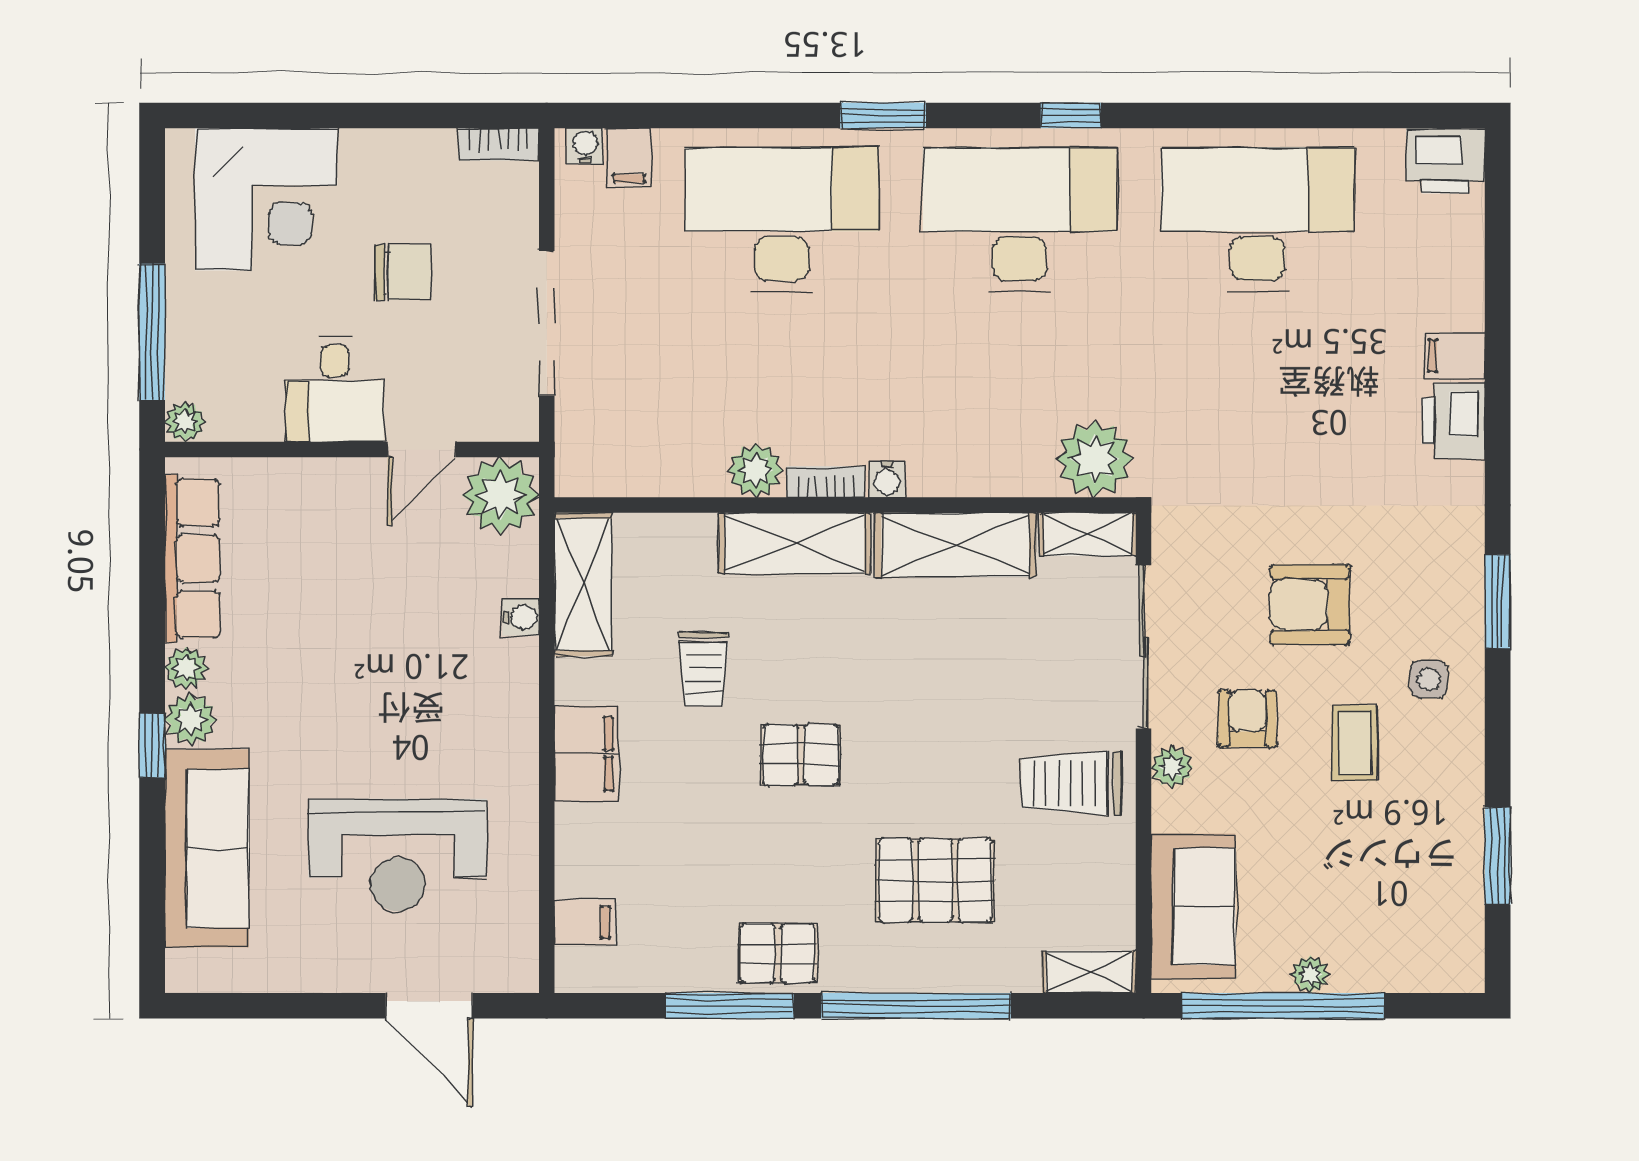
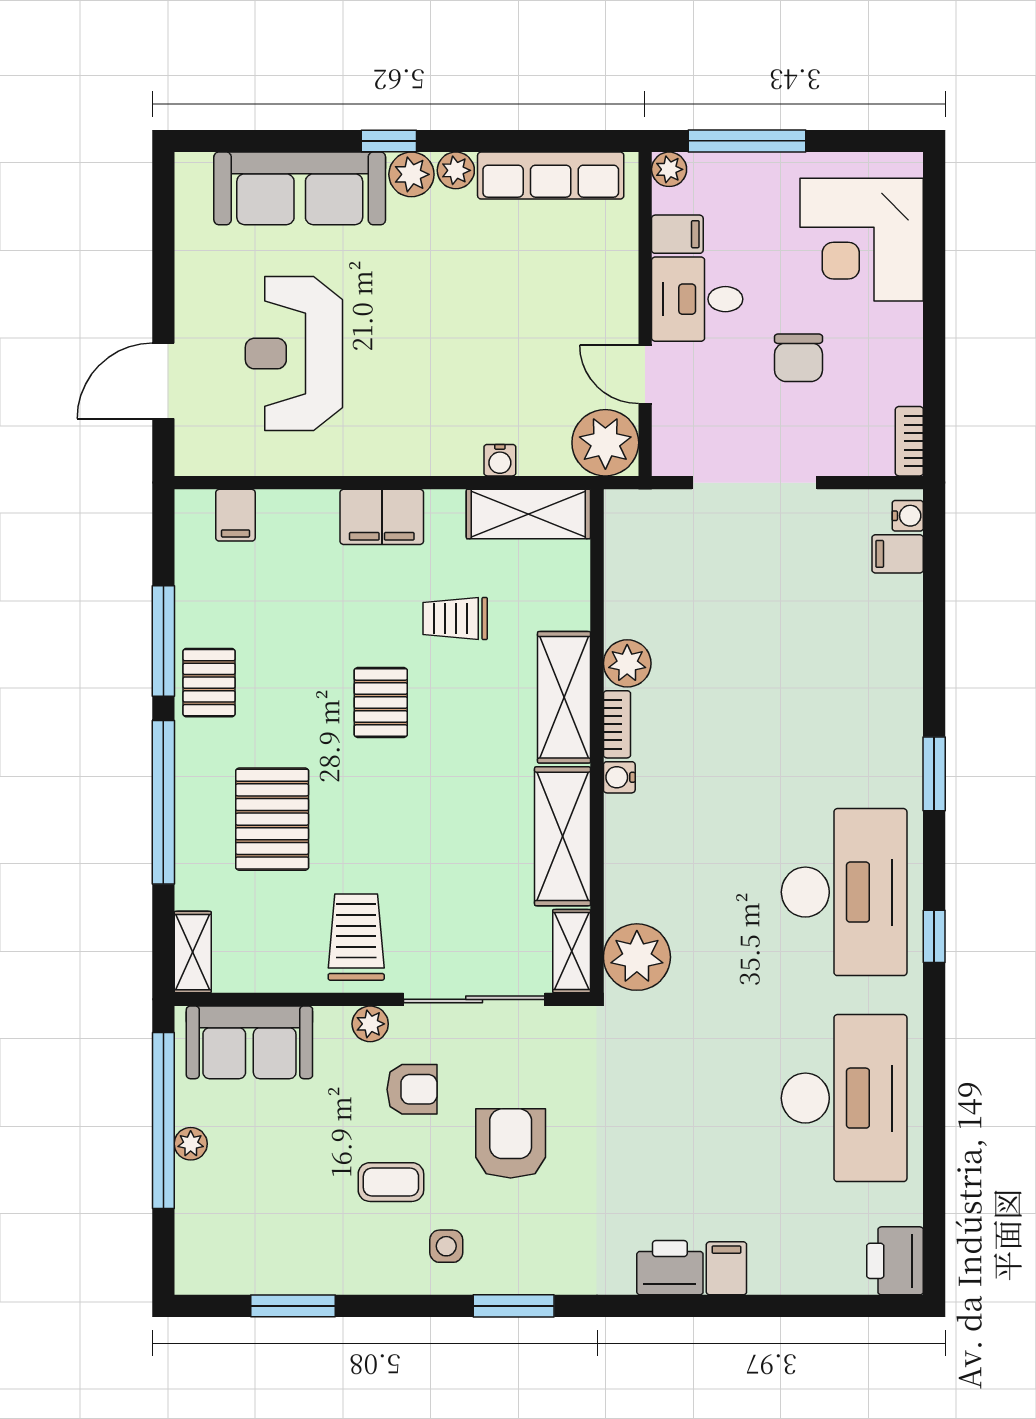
desk: (782, 220) -> (844, 686), removed
filing cabinet: (260, 412) -> (677, 234), added

